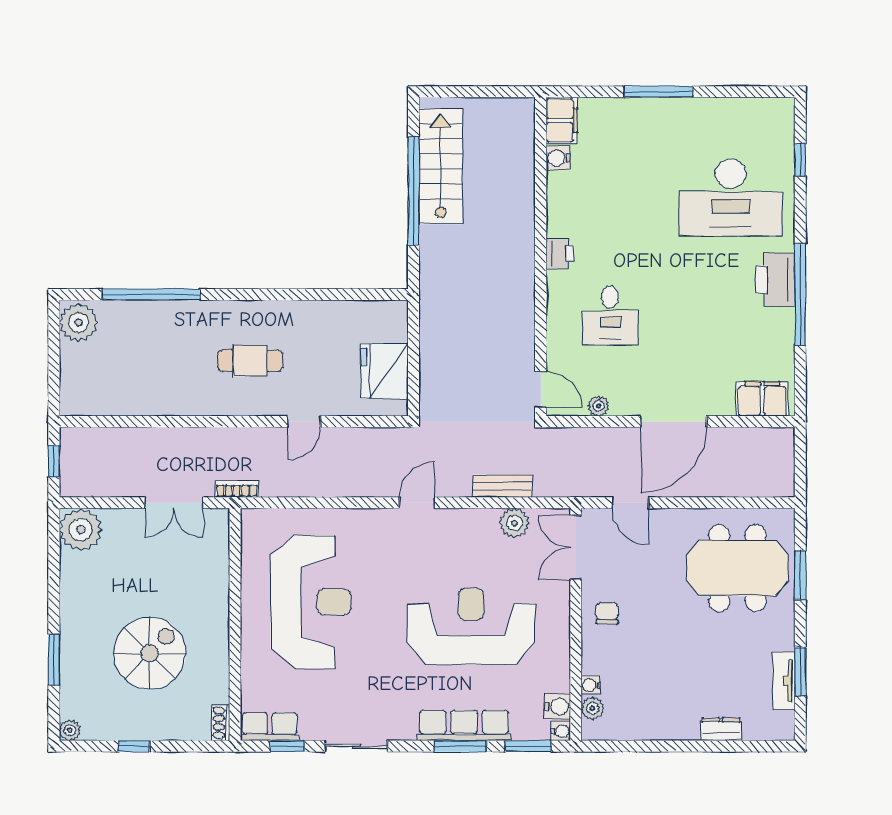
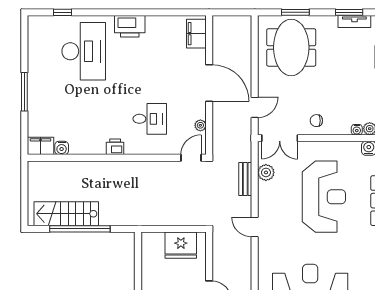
window: (800, 294) -> (138, 12), removed
reception desk: (471, 626) -> (324, 197), turned 180

